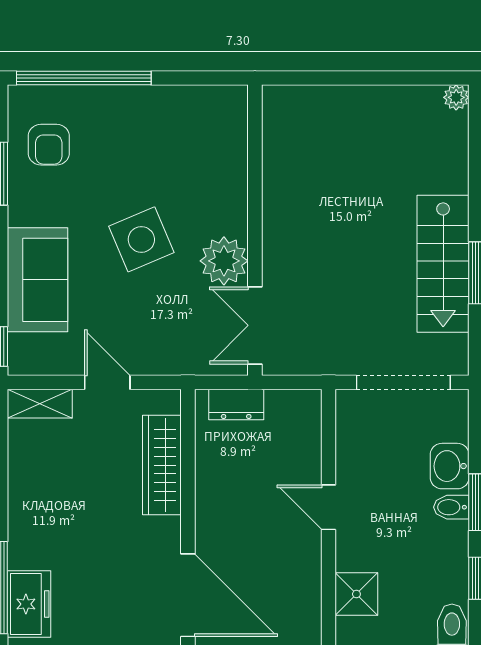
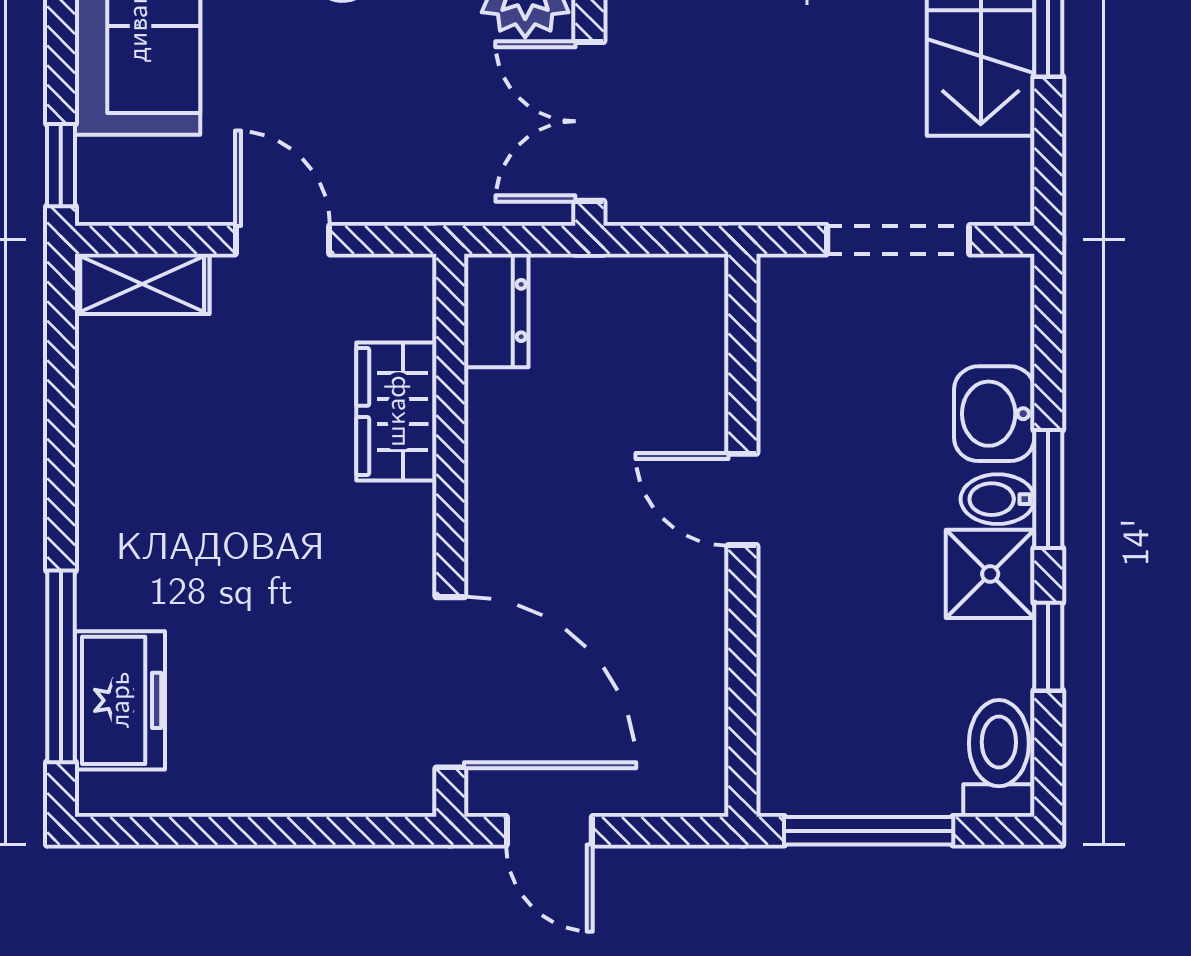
doorway: (403, 382) -> (898, 240), width x0.73
dresser: (236, 404) -> (496, 311), moved, turned -90
wardrobe: (162, 465) -> (396, 411), width x0.67
shower: (356, 594) -> (990, 574), moved

